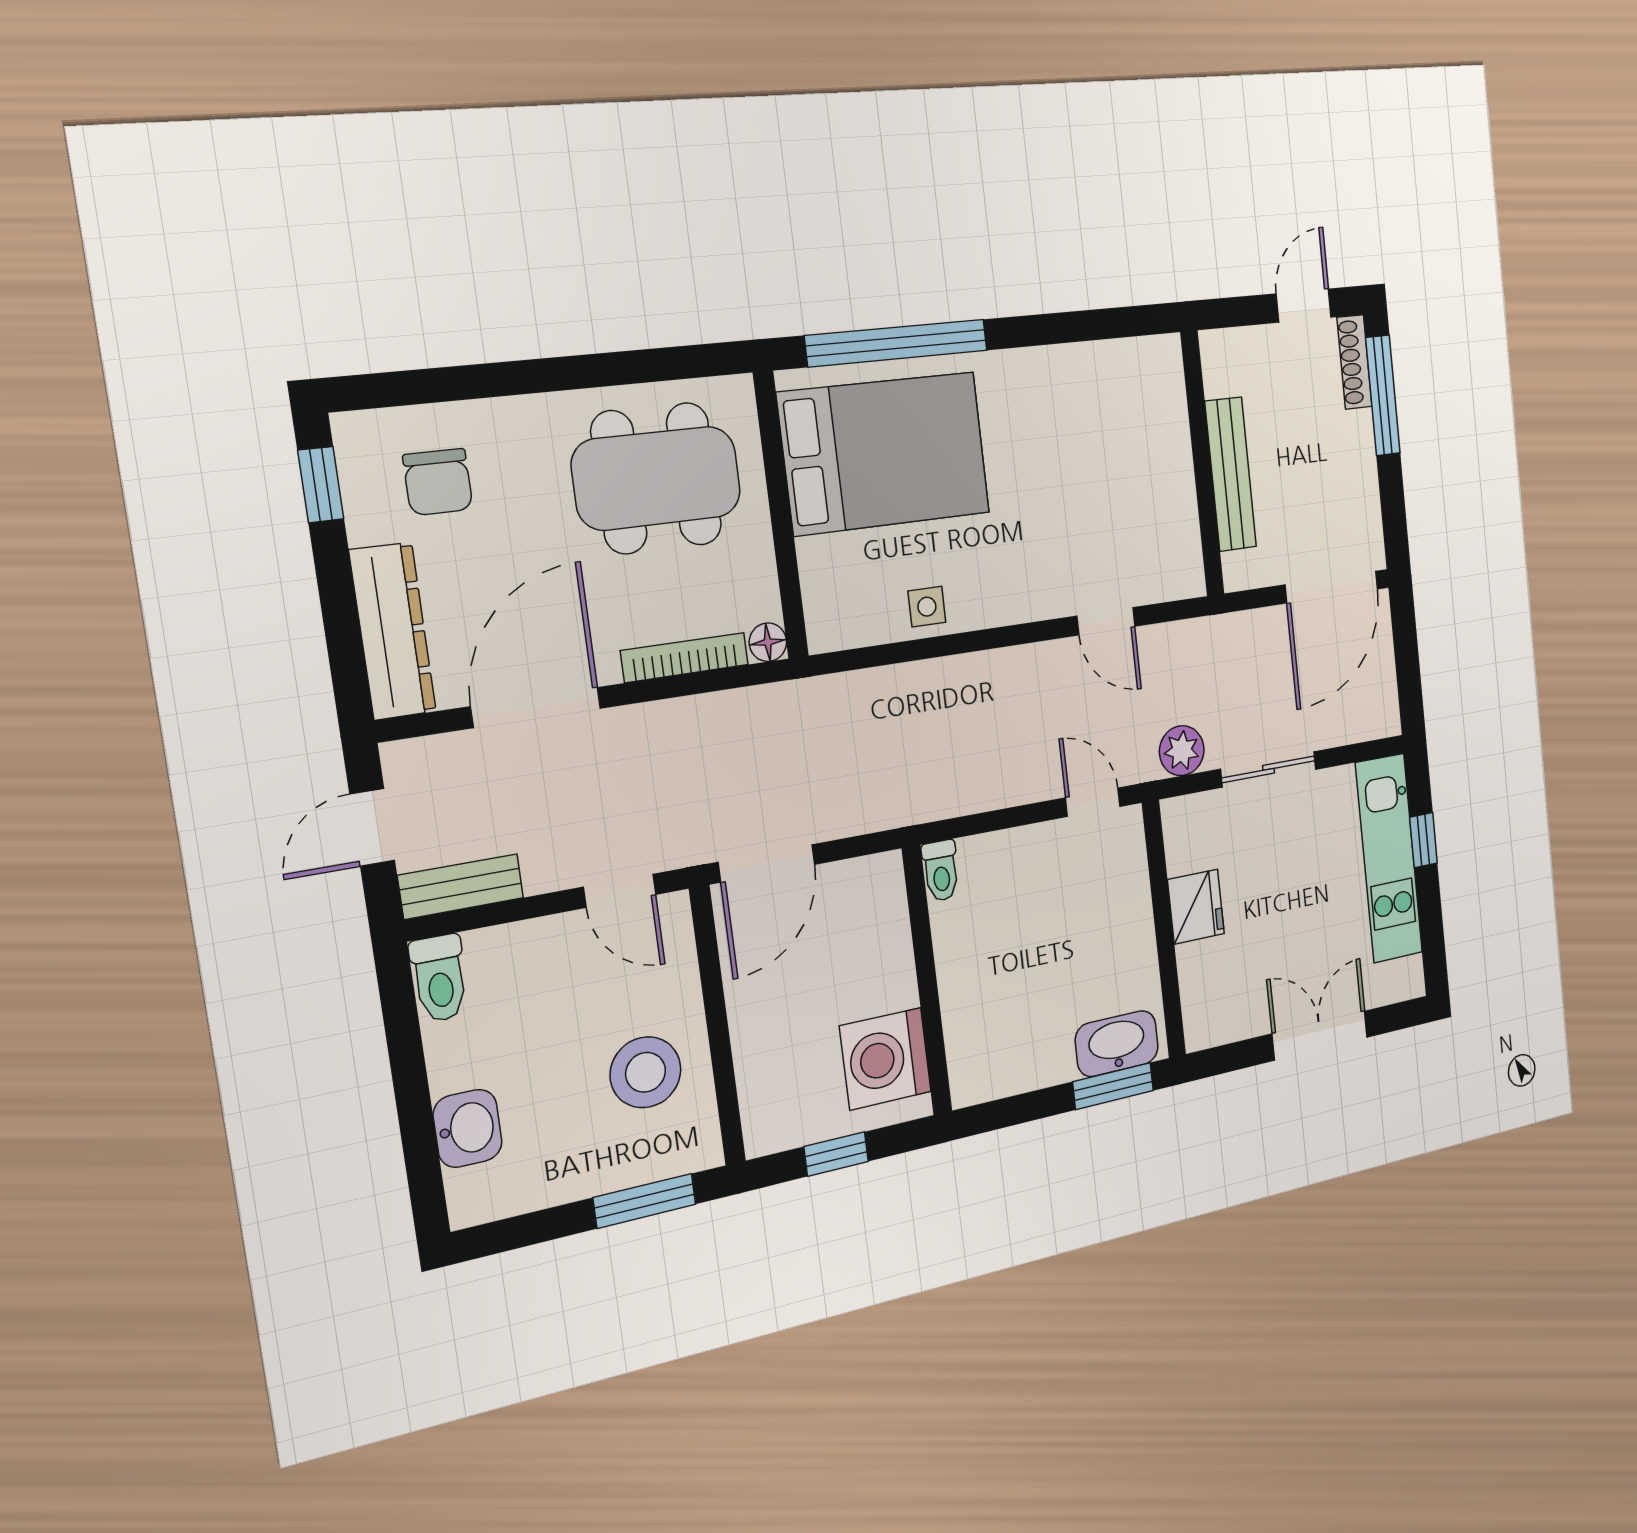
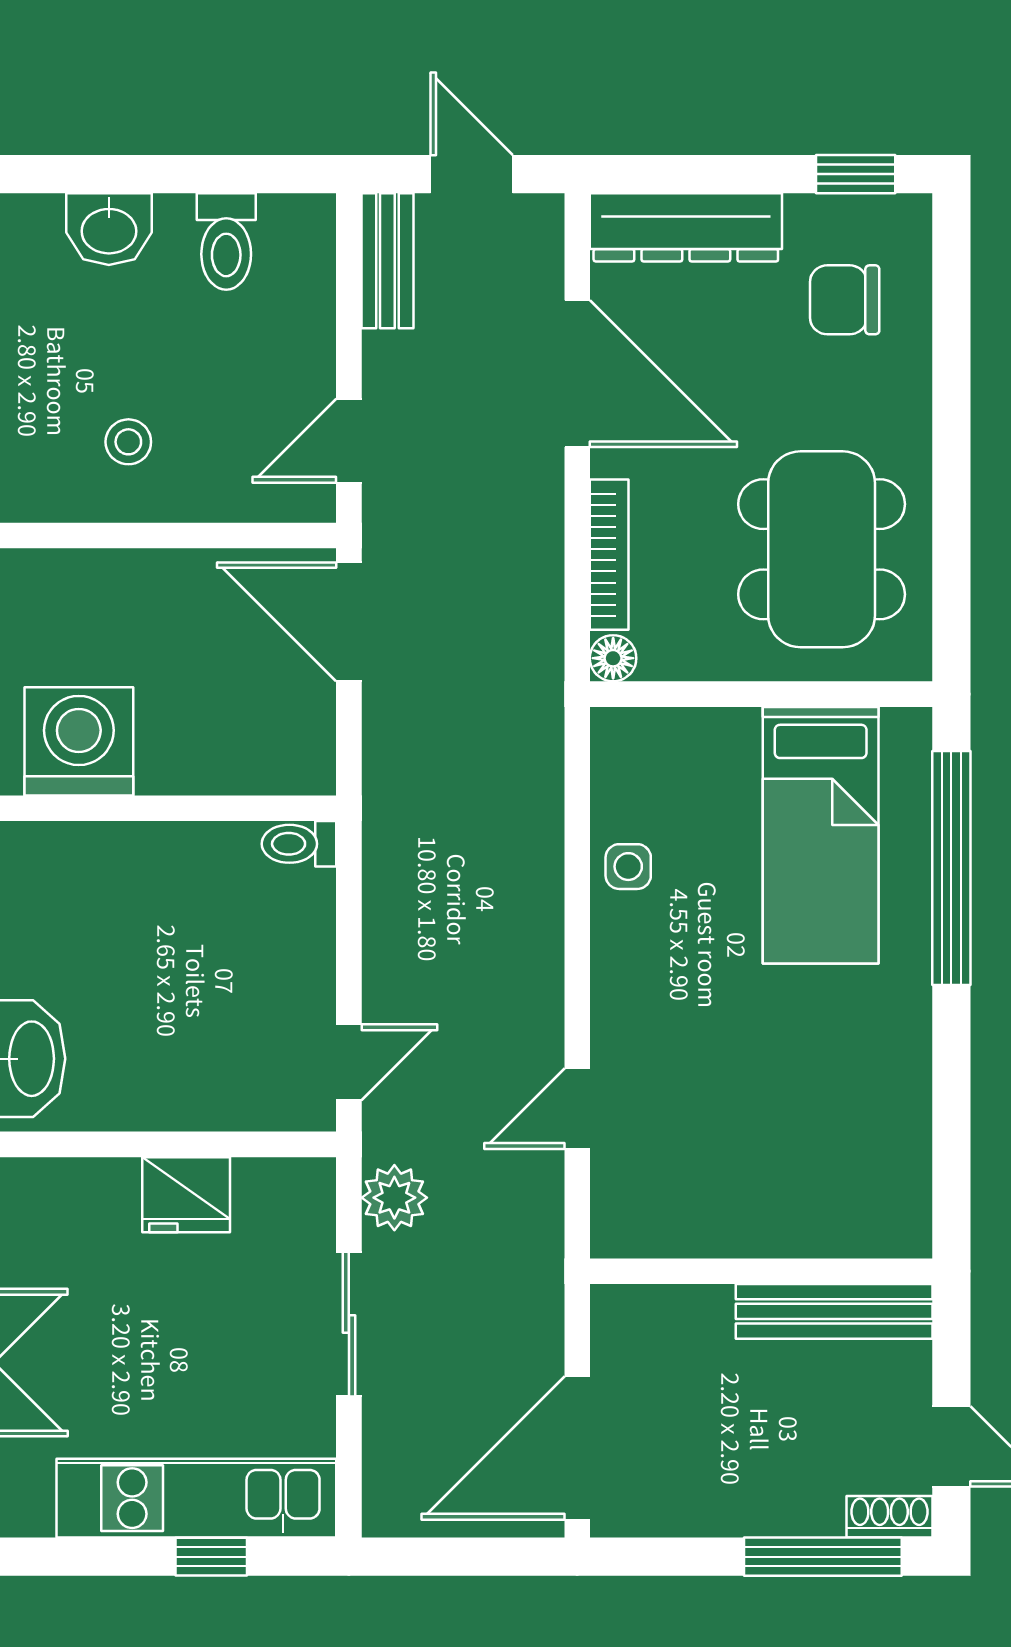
shoe rack: (1354, 362) -> (890, 1517), width x0.70
bed: (885, 453) -> (821, 835), width x0.67
bench: (1231, 474) -> (834, 1311), moved
door: (1332, 587) -> (577, 1448), hinge flipped
toilet: (439, 978) -> (226, 241), moved, turned -90
stool: (646, 1072) -> (128, 442), width x0.53, depth x0.53

